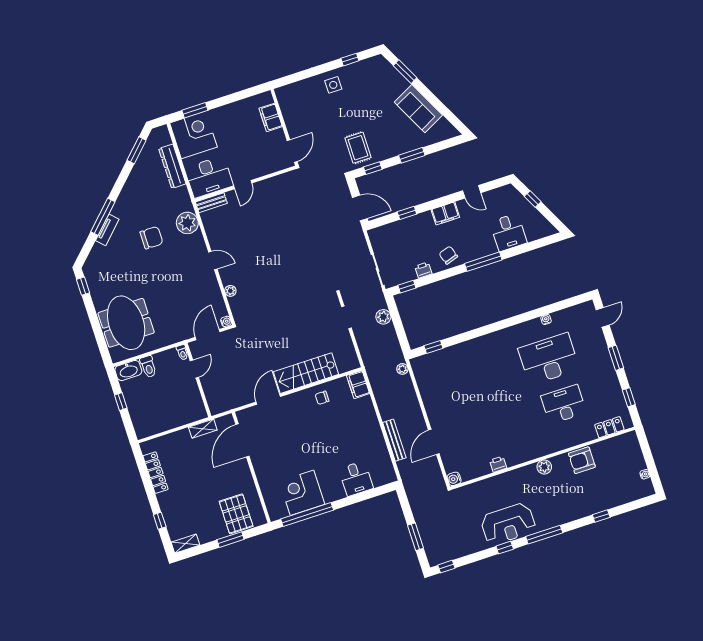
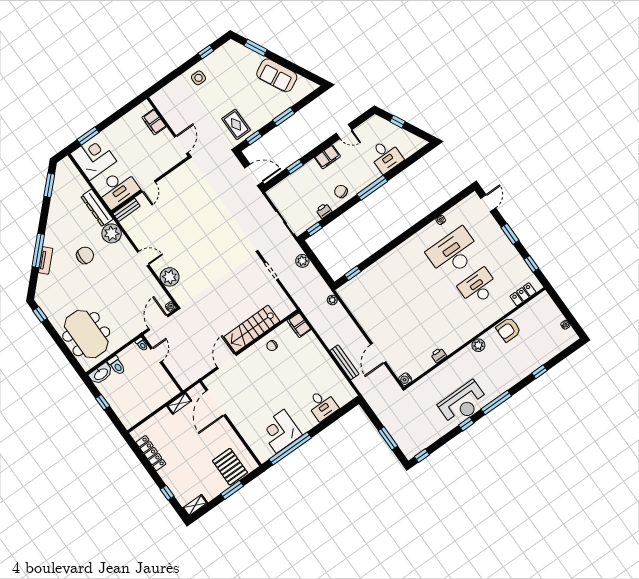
dresser: (172, 166) -> (97, 208), moved
plant: (230, 291) -> (170, 277), width x1.88, depth x1.88

